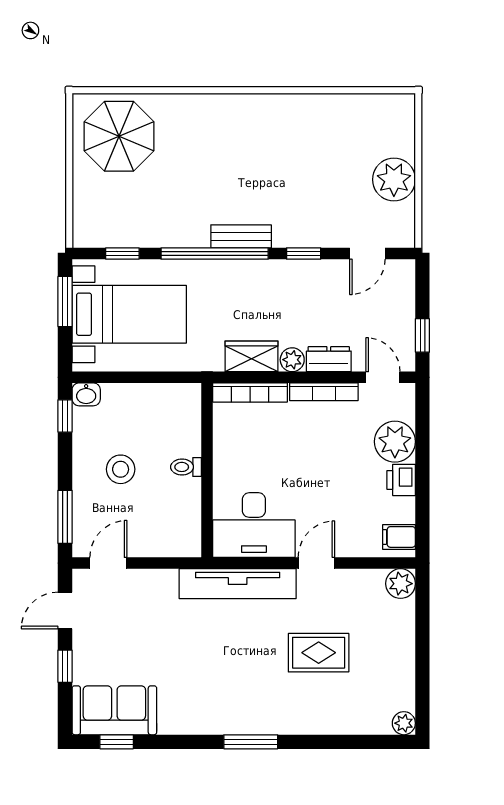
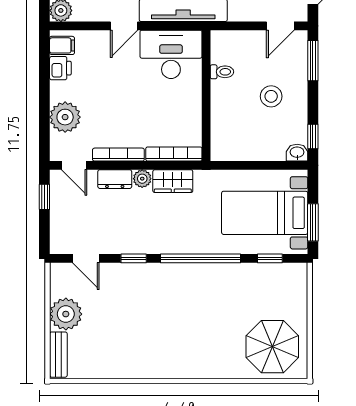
bench: (241, 236) -> (58, 355), moved, turned 90
door: (367, 253) -> (86, 258), swing flipped
toilet: (186, 467) -> (222, 72), moved
printer: (401, 480) -> (60, 68), moved

